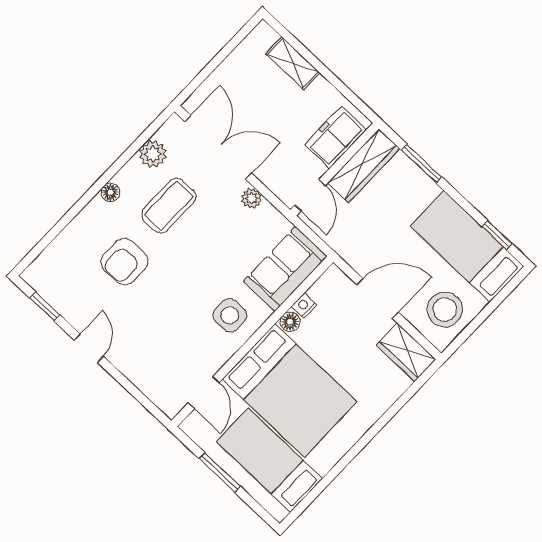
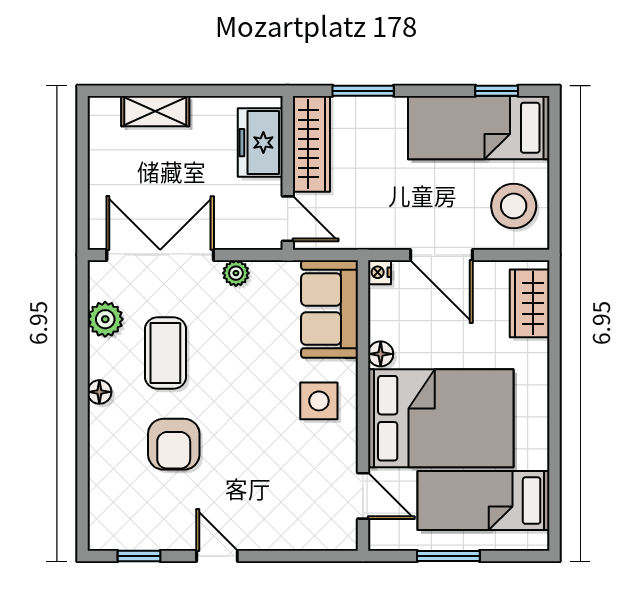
door: (378, 298) -> (441, 255), swing flipped
nightstand: (304, 306) -> (379, 272), moved
wardrobe: (406, 352) -> (530, 303), moved, turned 90

